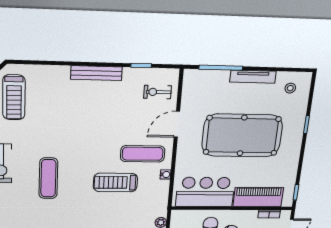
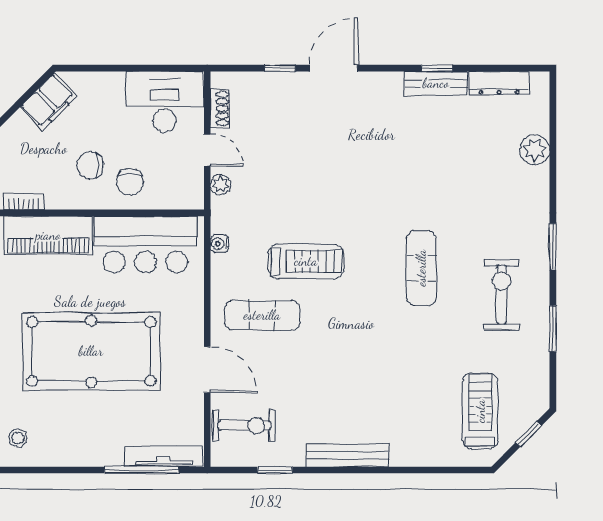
tv unit: (253, 77) -> (163, 456), moved
exercise bike: (158, 92) -> (244, 426), width x1.38, depth x1.39
door: (177, 124) -> (207, 370), hinge flipped
water cooler: (166, 174) -> (219, 244), moved

